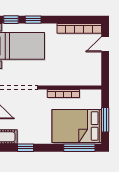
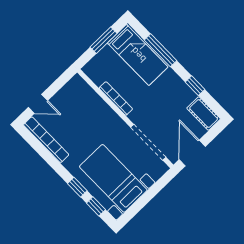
bed: (77, 126) -> (138, 55), width x0.67
window: (79, 148) -> (161, 50), moved

